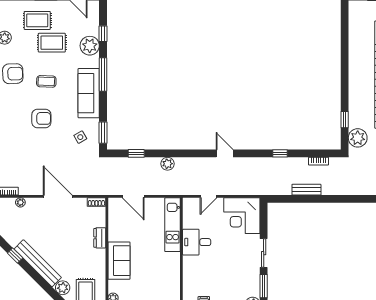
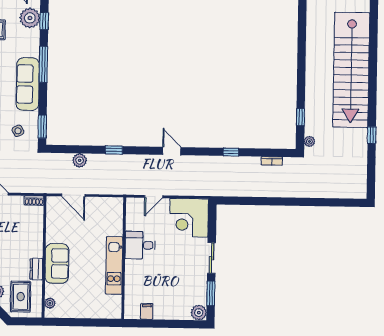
plant: (90, 46) -> (30, 18), moved
plant: (358, 138) -> (309, 141), width x0.53, depth x0.53
window: (136, 153) -> (114, 150), moved
plant: (167, 164) -> (80, 160), moved
bench: (306, 190) -> (258, 191), removed
kitchen unit: (173, 225) -> (114, 265), moved
dresser: (100, 238) -> (36, 269), moved

